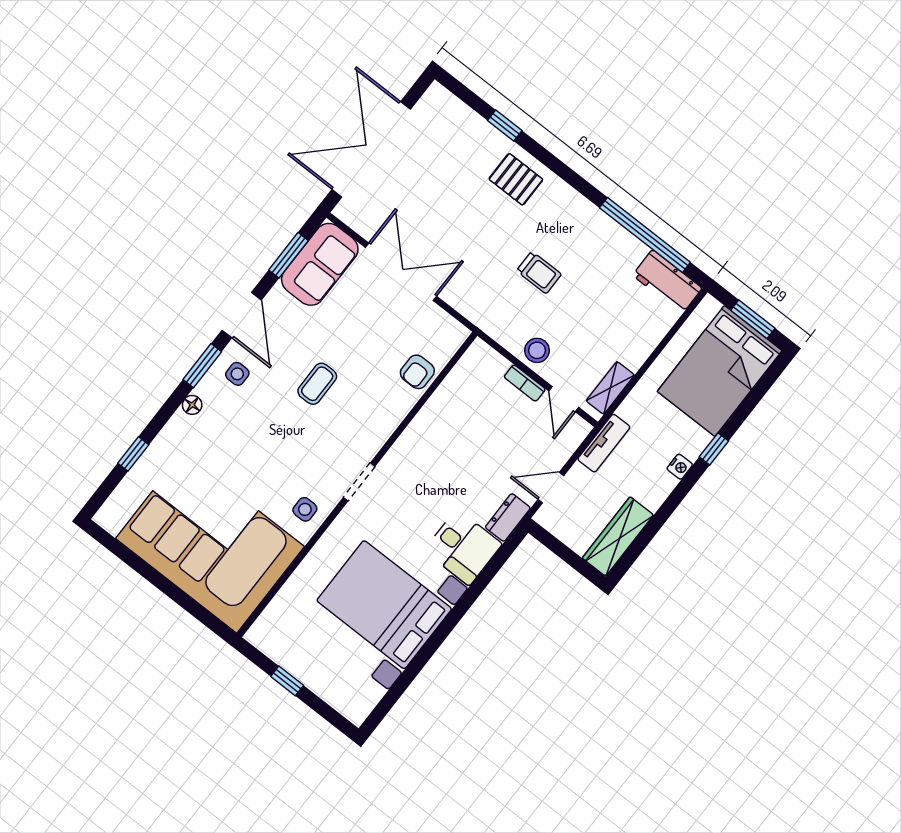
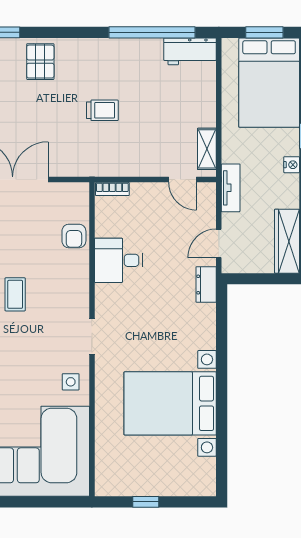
pallet: (516, 179) -> (40, 62), turned 90
stool: (537, 350) -> (140, 162), removed
bookcase: (525, 383) -> (112, 189), moved
desk: (463, 547) -> (119, 260), moved, turned 180

